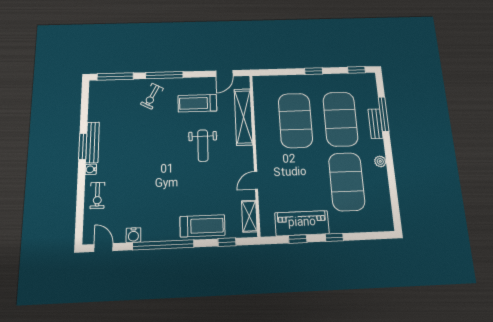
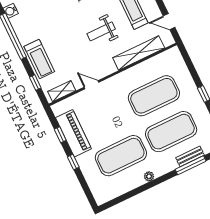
bench: (375, 124) -> (190, 156), moved

